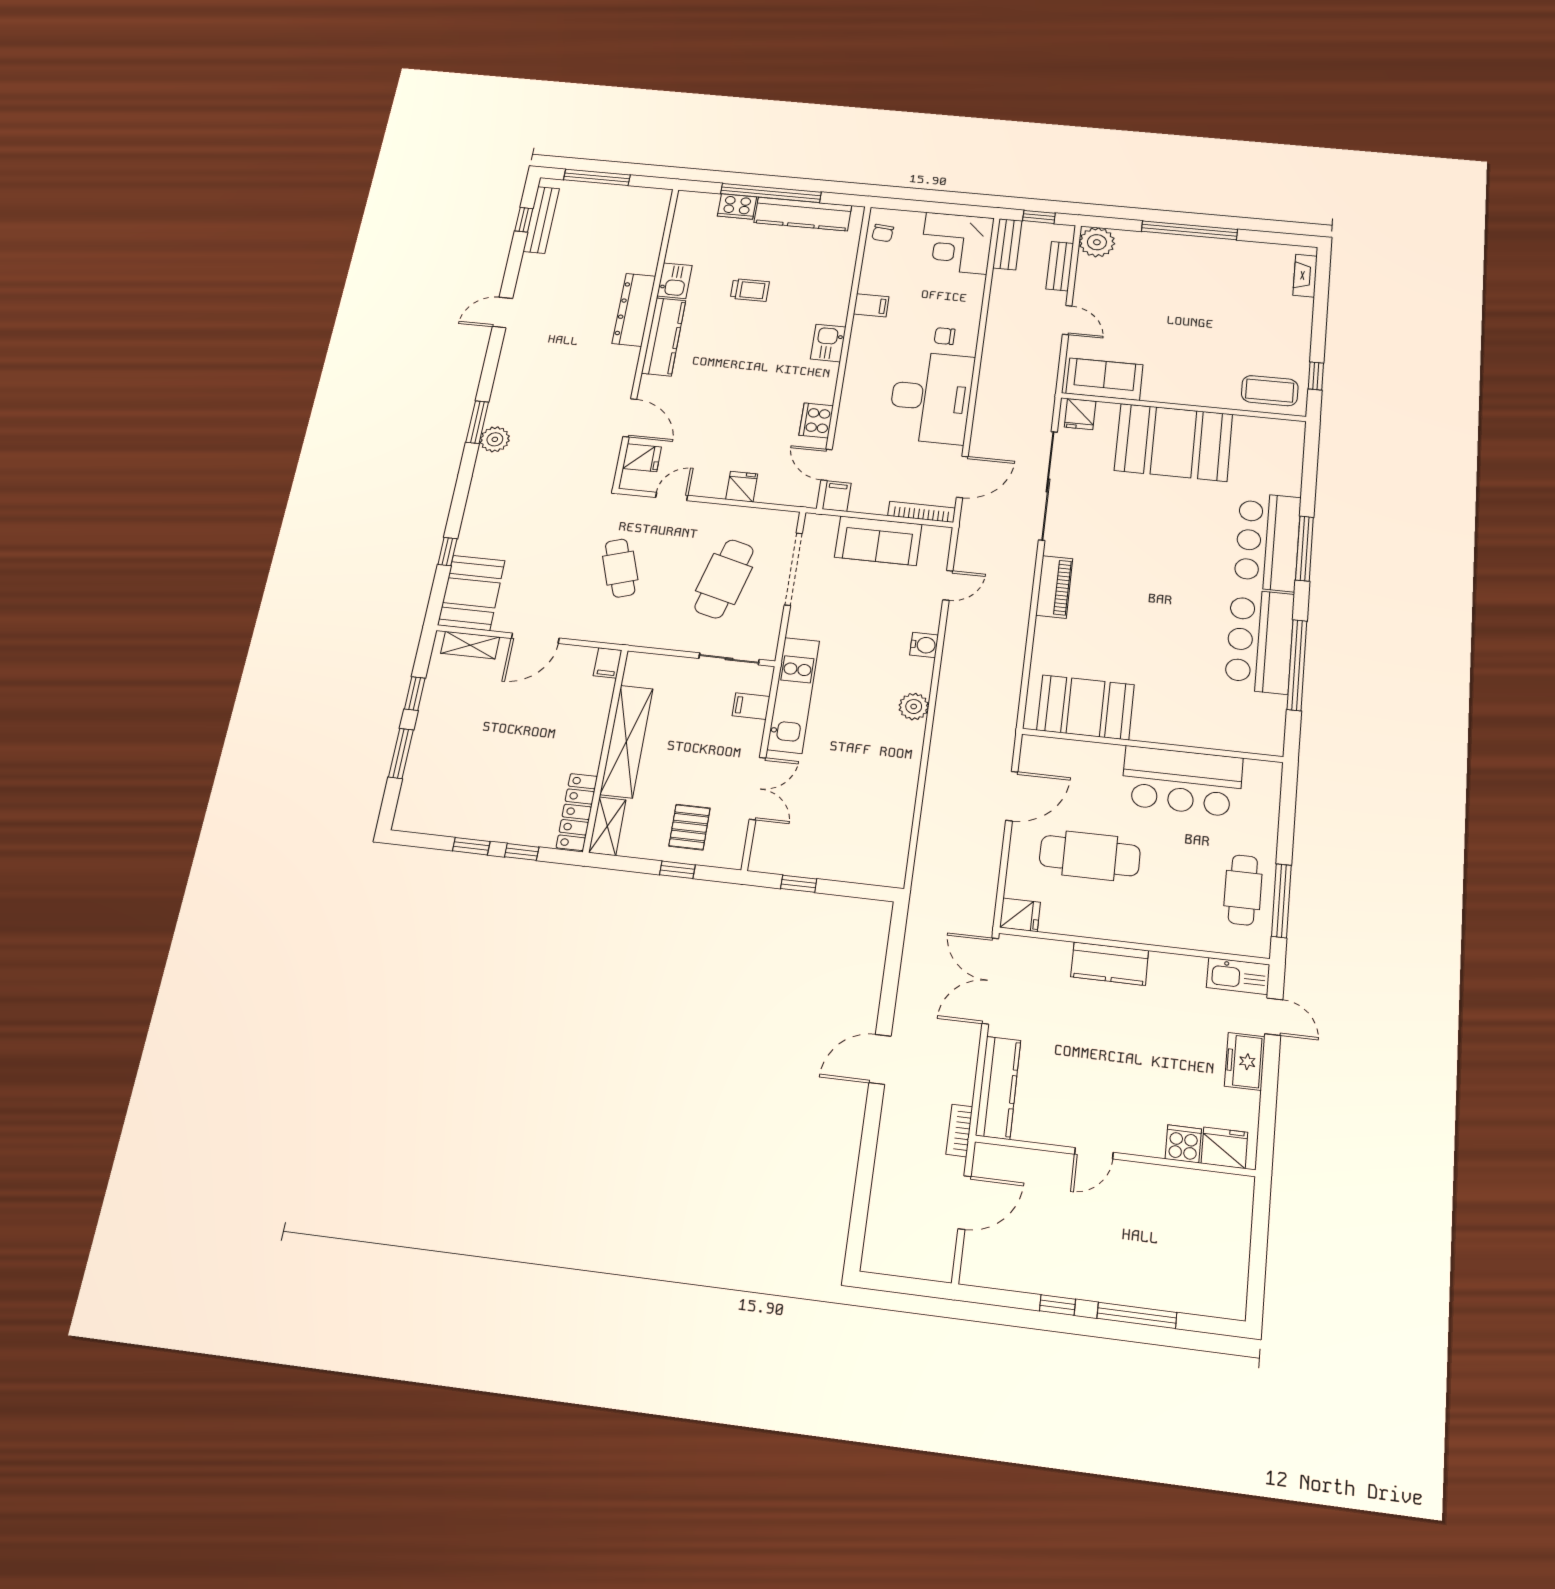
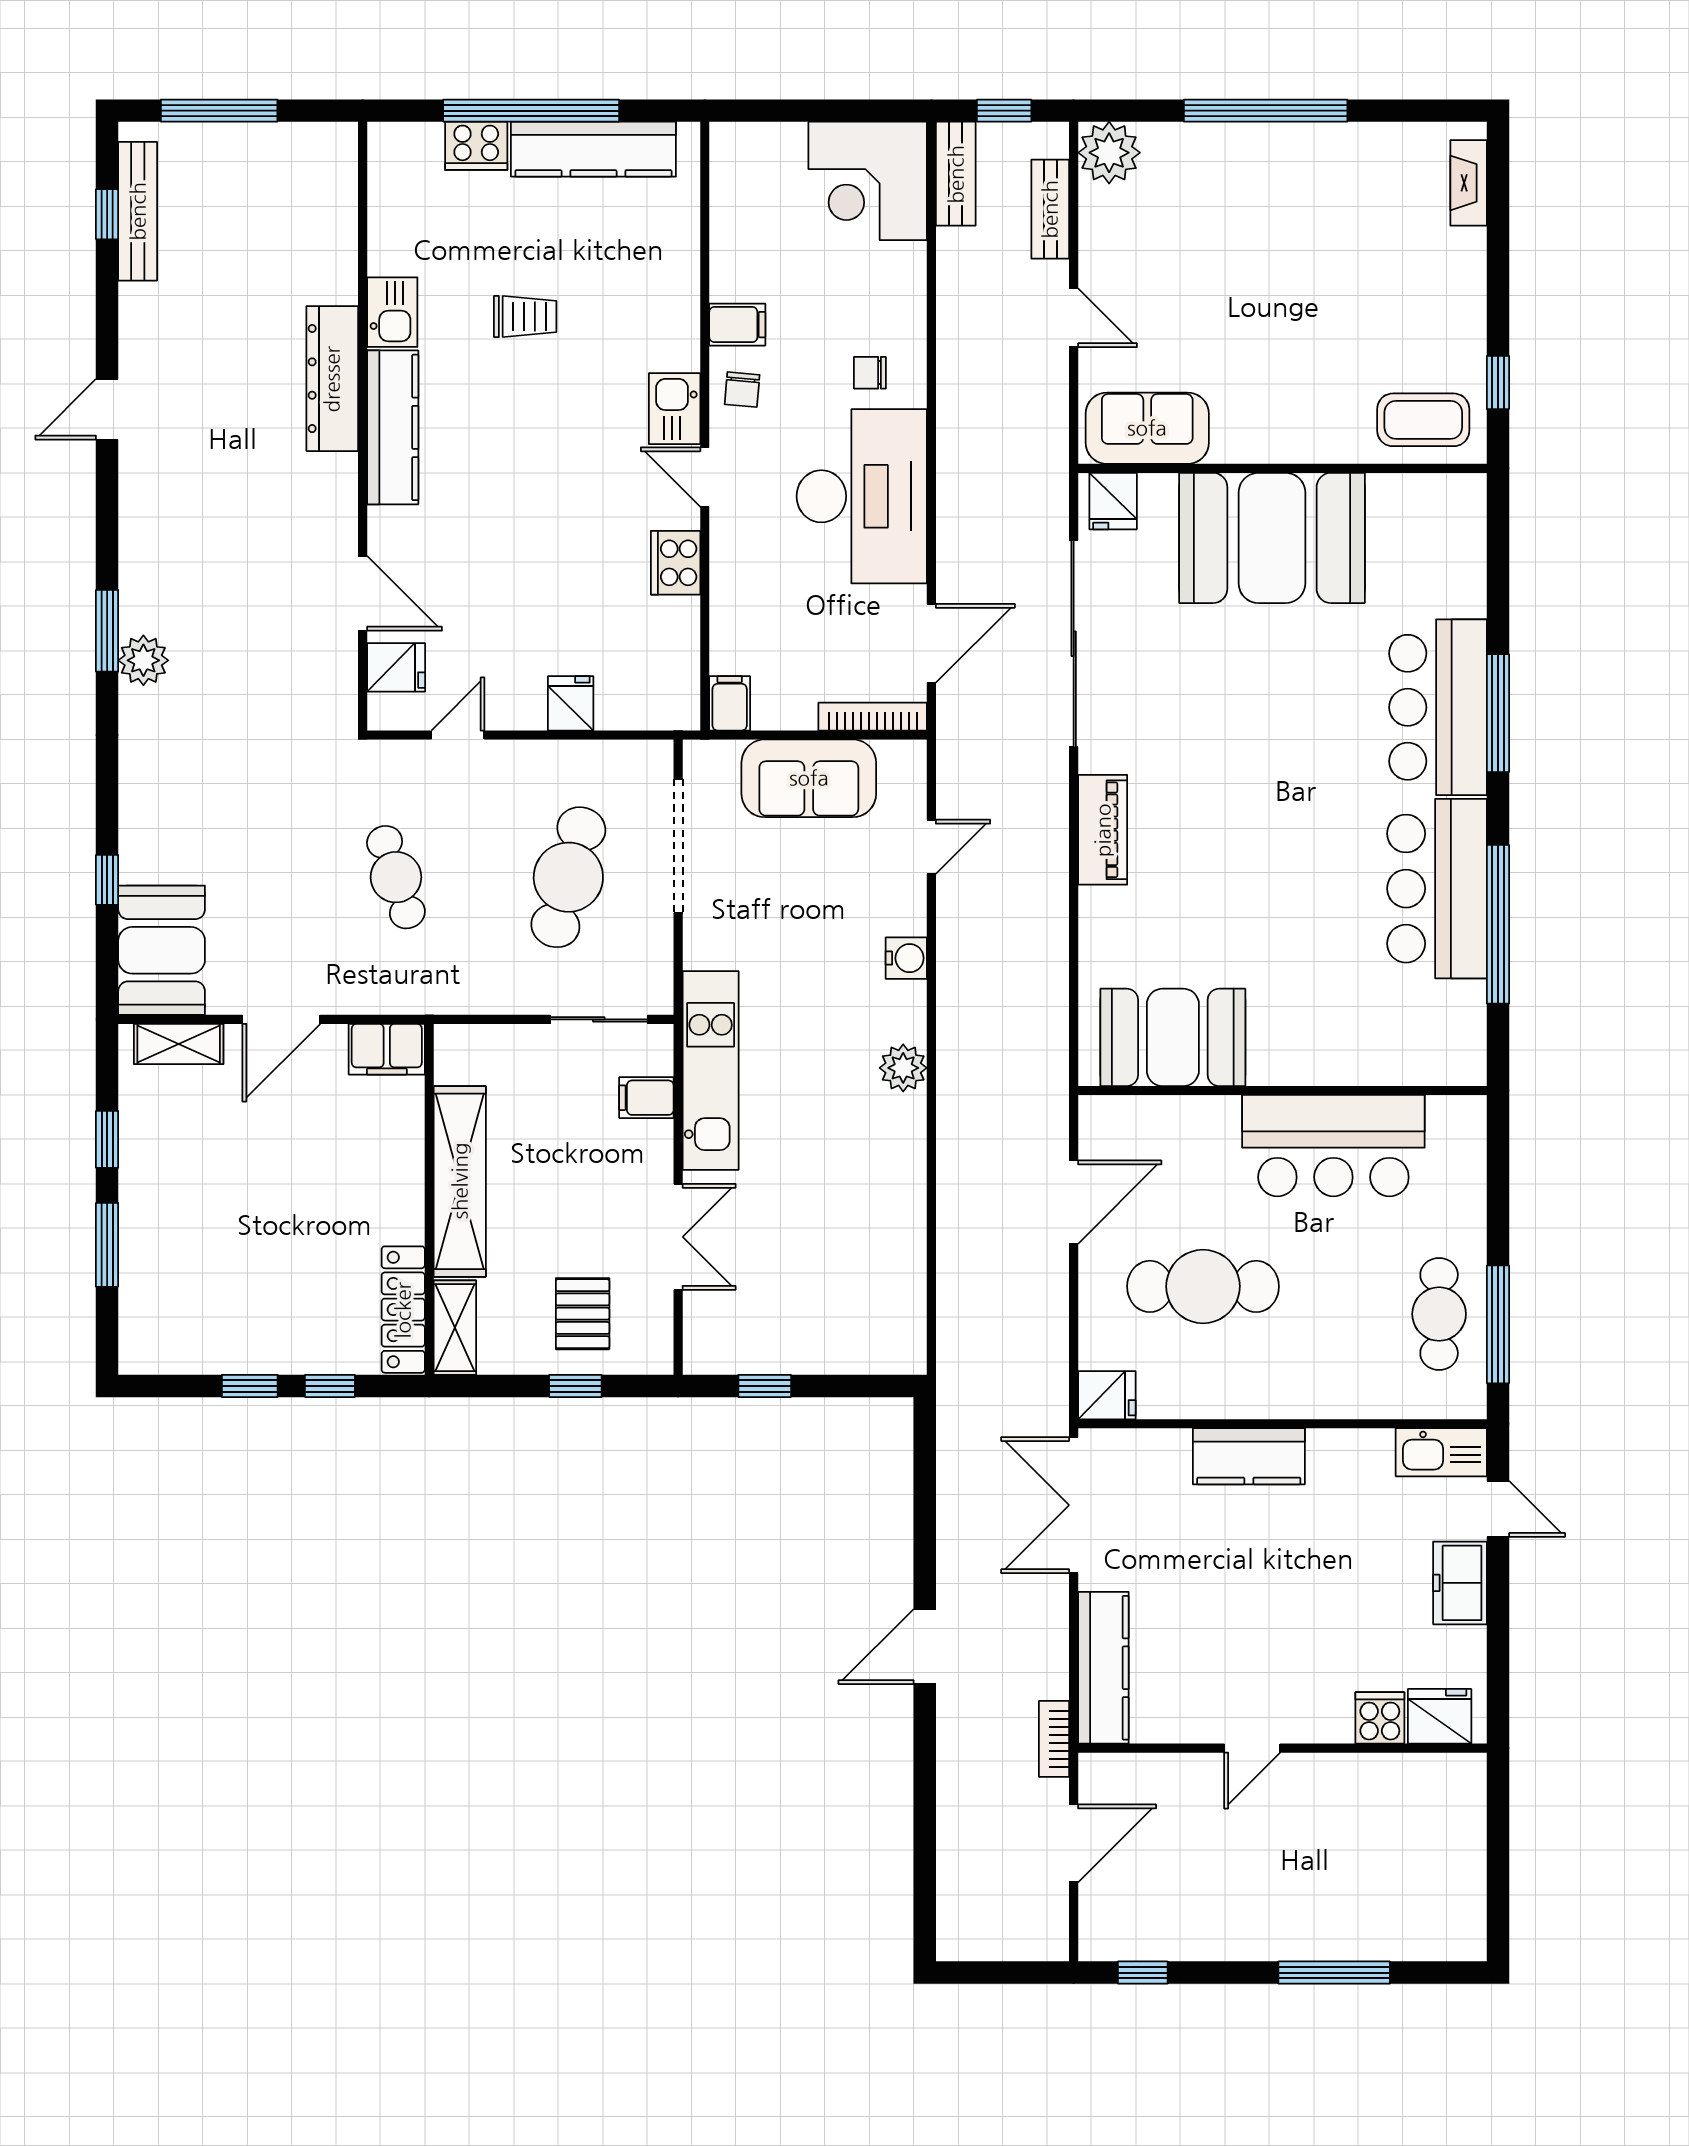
chair: (883, 233) -> (742, 390), moved
door: (827, 465) -> (705, 477), moved
filing cabinet: (608, 663) -> (387, 1049), width x2.00
window: (1058, 1305) -> (1143, 1973), moved

